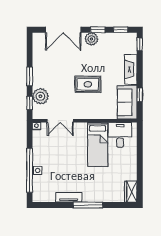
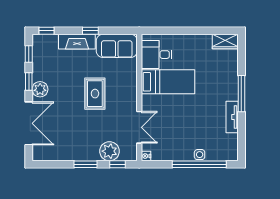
window: (140, 95) -> (90, 31), moved

